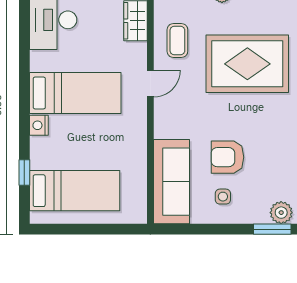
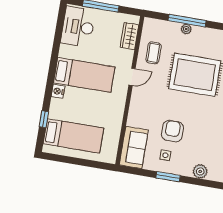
armchair: (227, 157) -> (172, 131), turned 90
sofa: (172, 182) -> (134, 147), width x0.73
window: (272, 229) -> (168, 177), moved

